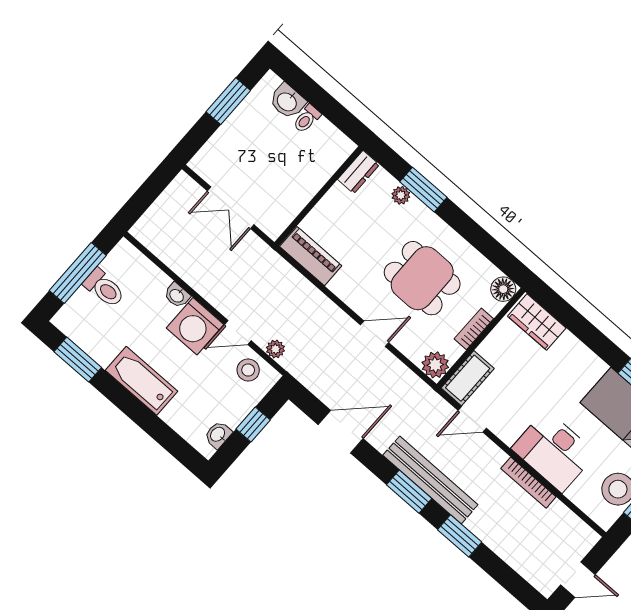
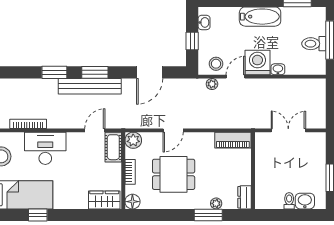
bookcase: (528, 483) -> (28, 124), moved

